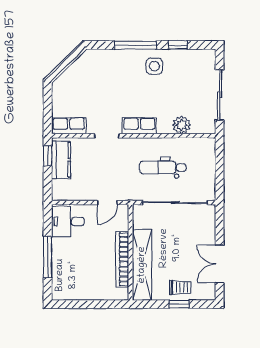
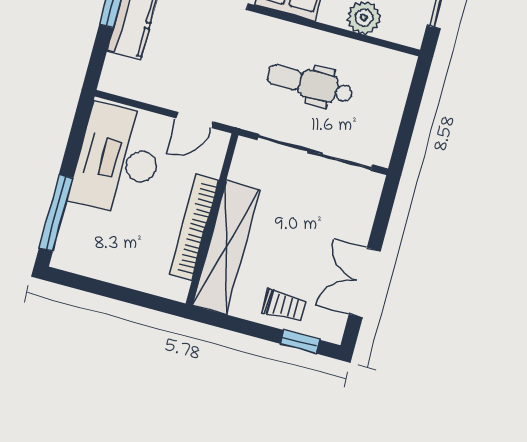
desk: (68, 221) -> (118, 160), width x1.87, depth x1.30
window: (48, 257) -> (56, 213), moved
window: (179, 304) -> (300, 342), moved

